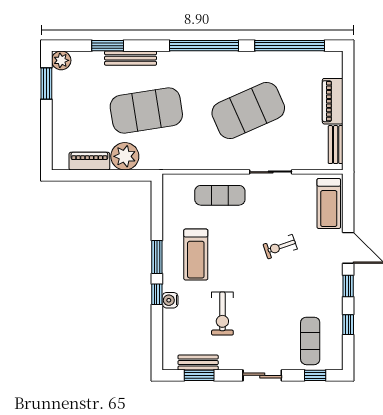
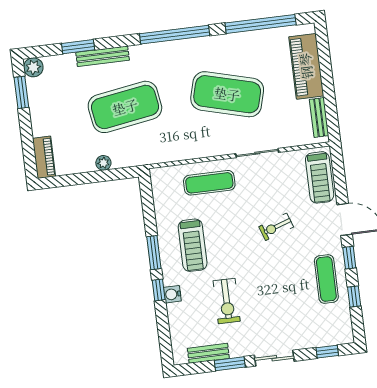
piano: (333, 101) -> (306, 66), width x1.37, depth x1.33
exercise mat: (248, 110) -> (227, 94), turned 39
plant: (125, 156) -> (103, 163), width x0.53, depth x0.53
piano: (89, 161) -> (44, 157), moved, turned 90
exercise mat: (310, 341) -> (326, 279), moved
window: (199, 375) -> (230, 364), moved

